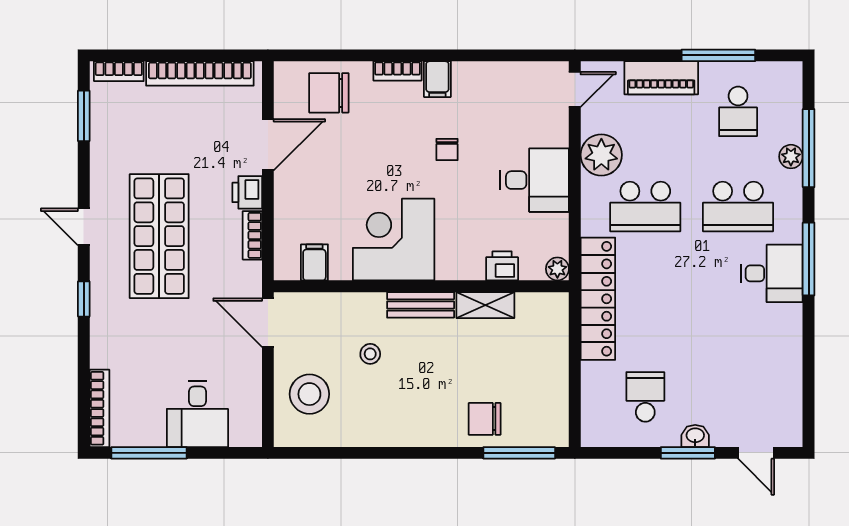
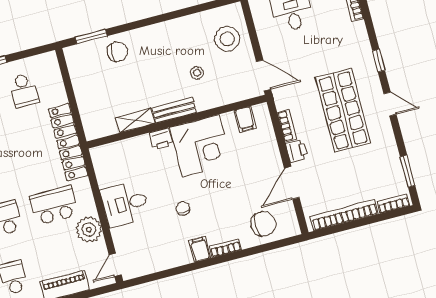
printer: (502, 266) -> (161, 139), moved
plant: (557, 269) -> (97, 154), removed
window: (519, 453) -> (91, 37), width x0.69

